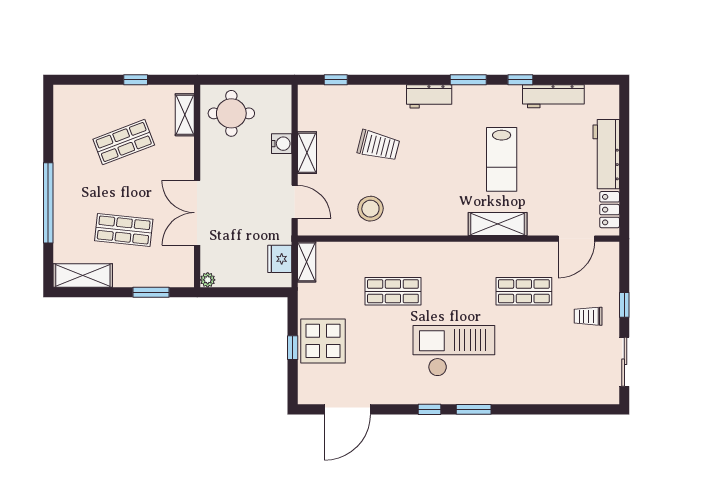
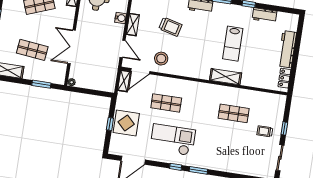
workbench: (553, 96) -> (264, 15), width x0.73
door: (576, 239) -> (140, 71), moved
fridge: (280, 259) -> (110, 77), removed
checkout: (454, 351) -> (173, 140), moved

